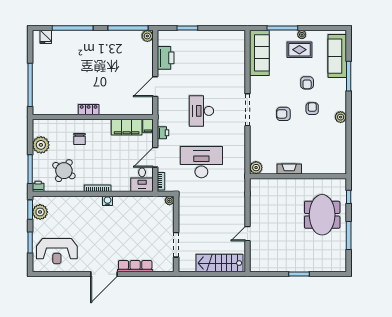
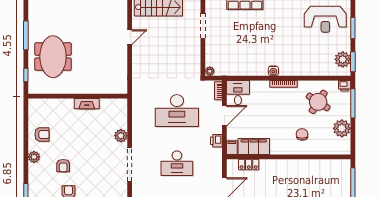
locker: (89, 110) -> (249, 165), moved
desk: (201, 111) -> (177, 163), turned 90
armchair: (283, 114) -> (42, 134), moved
plant: (256, 168) -> (121, 136), moved
reception desk: (57, 251) -> (325, 19), turned 180

